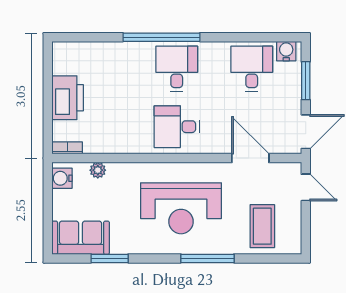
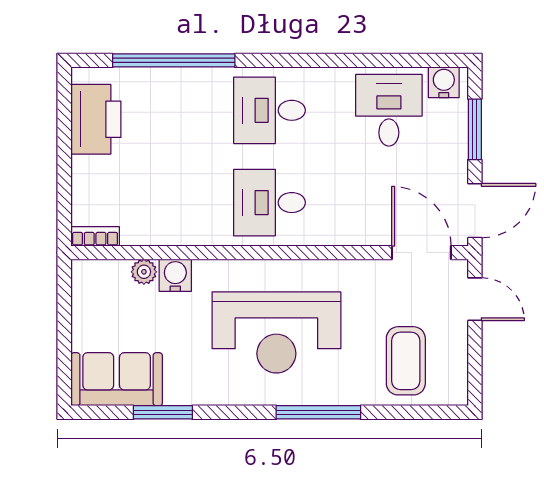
window: (161, 37) -> (174, 60), moved
desk: (177, 69) -> (270, 110), turned -90
printer: (68, 98) -> (96, 119), moved
door: (250, 158) -> (421, 253), moved
water cooler: (62, 178) -> (175, 275), moved, turned 90

